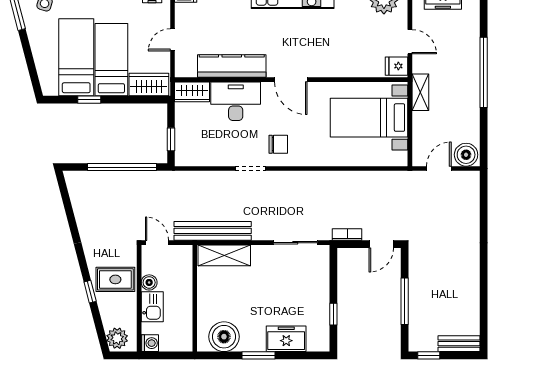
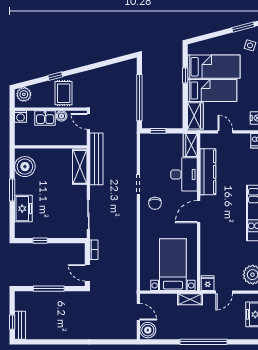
door: (157, 243) -> (88, 121), swing flipped
window: (429, 355) -> (12, 322), moved

